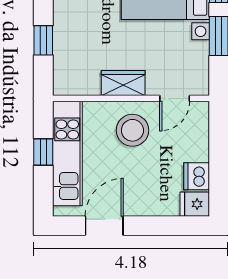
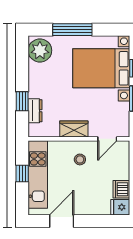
dresser: (63, 55) -> (35, 111), added
stool: (132, 130) -> (80, 159), width x0.53, depth x0.53

